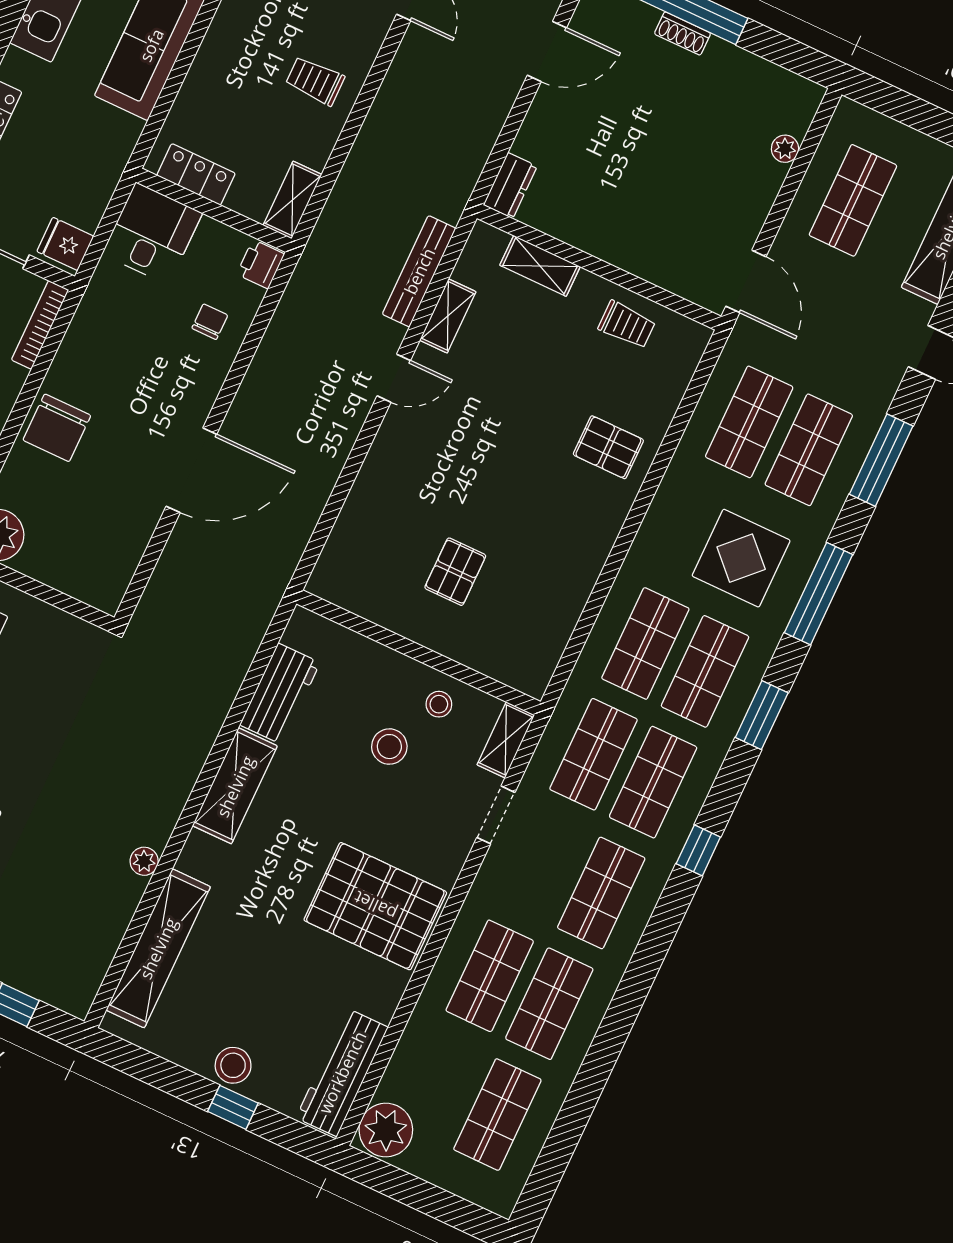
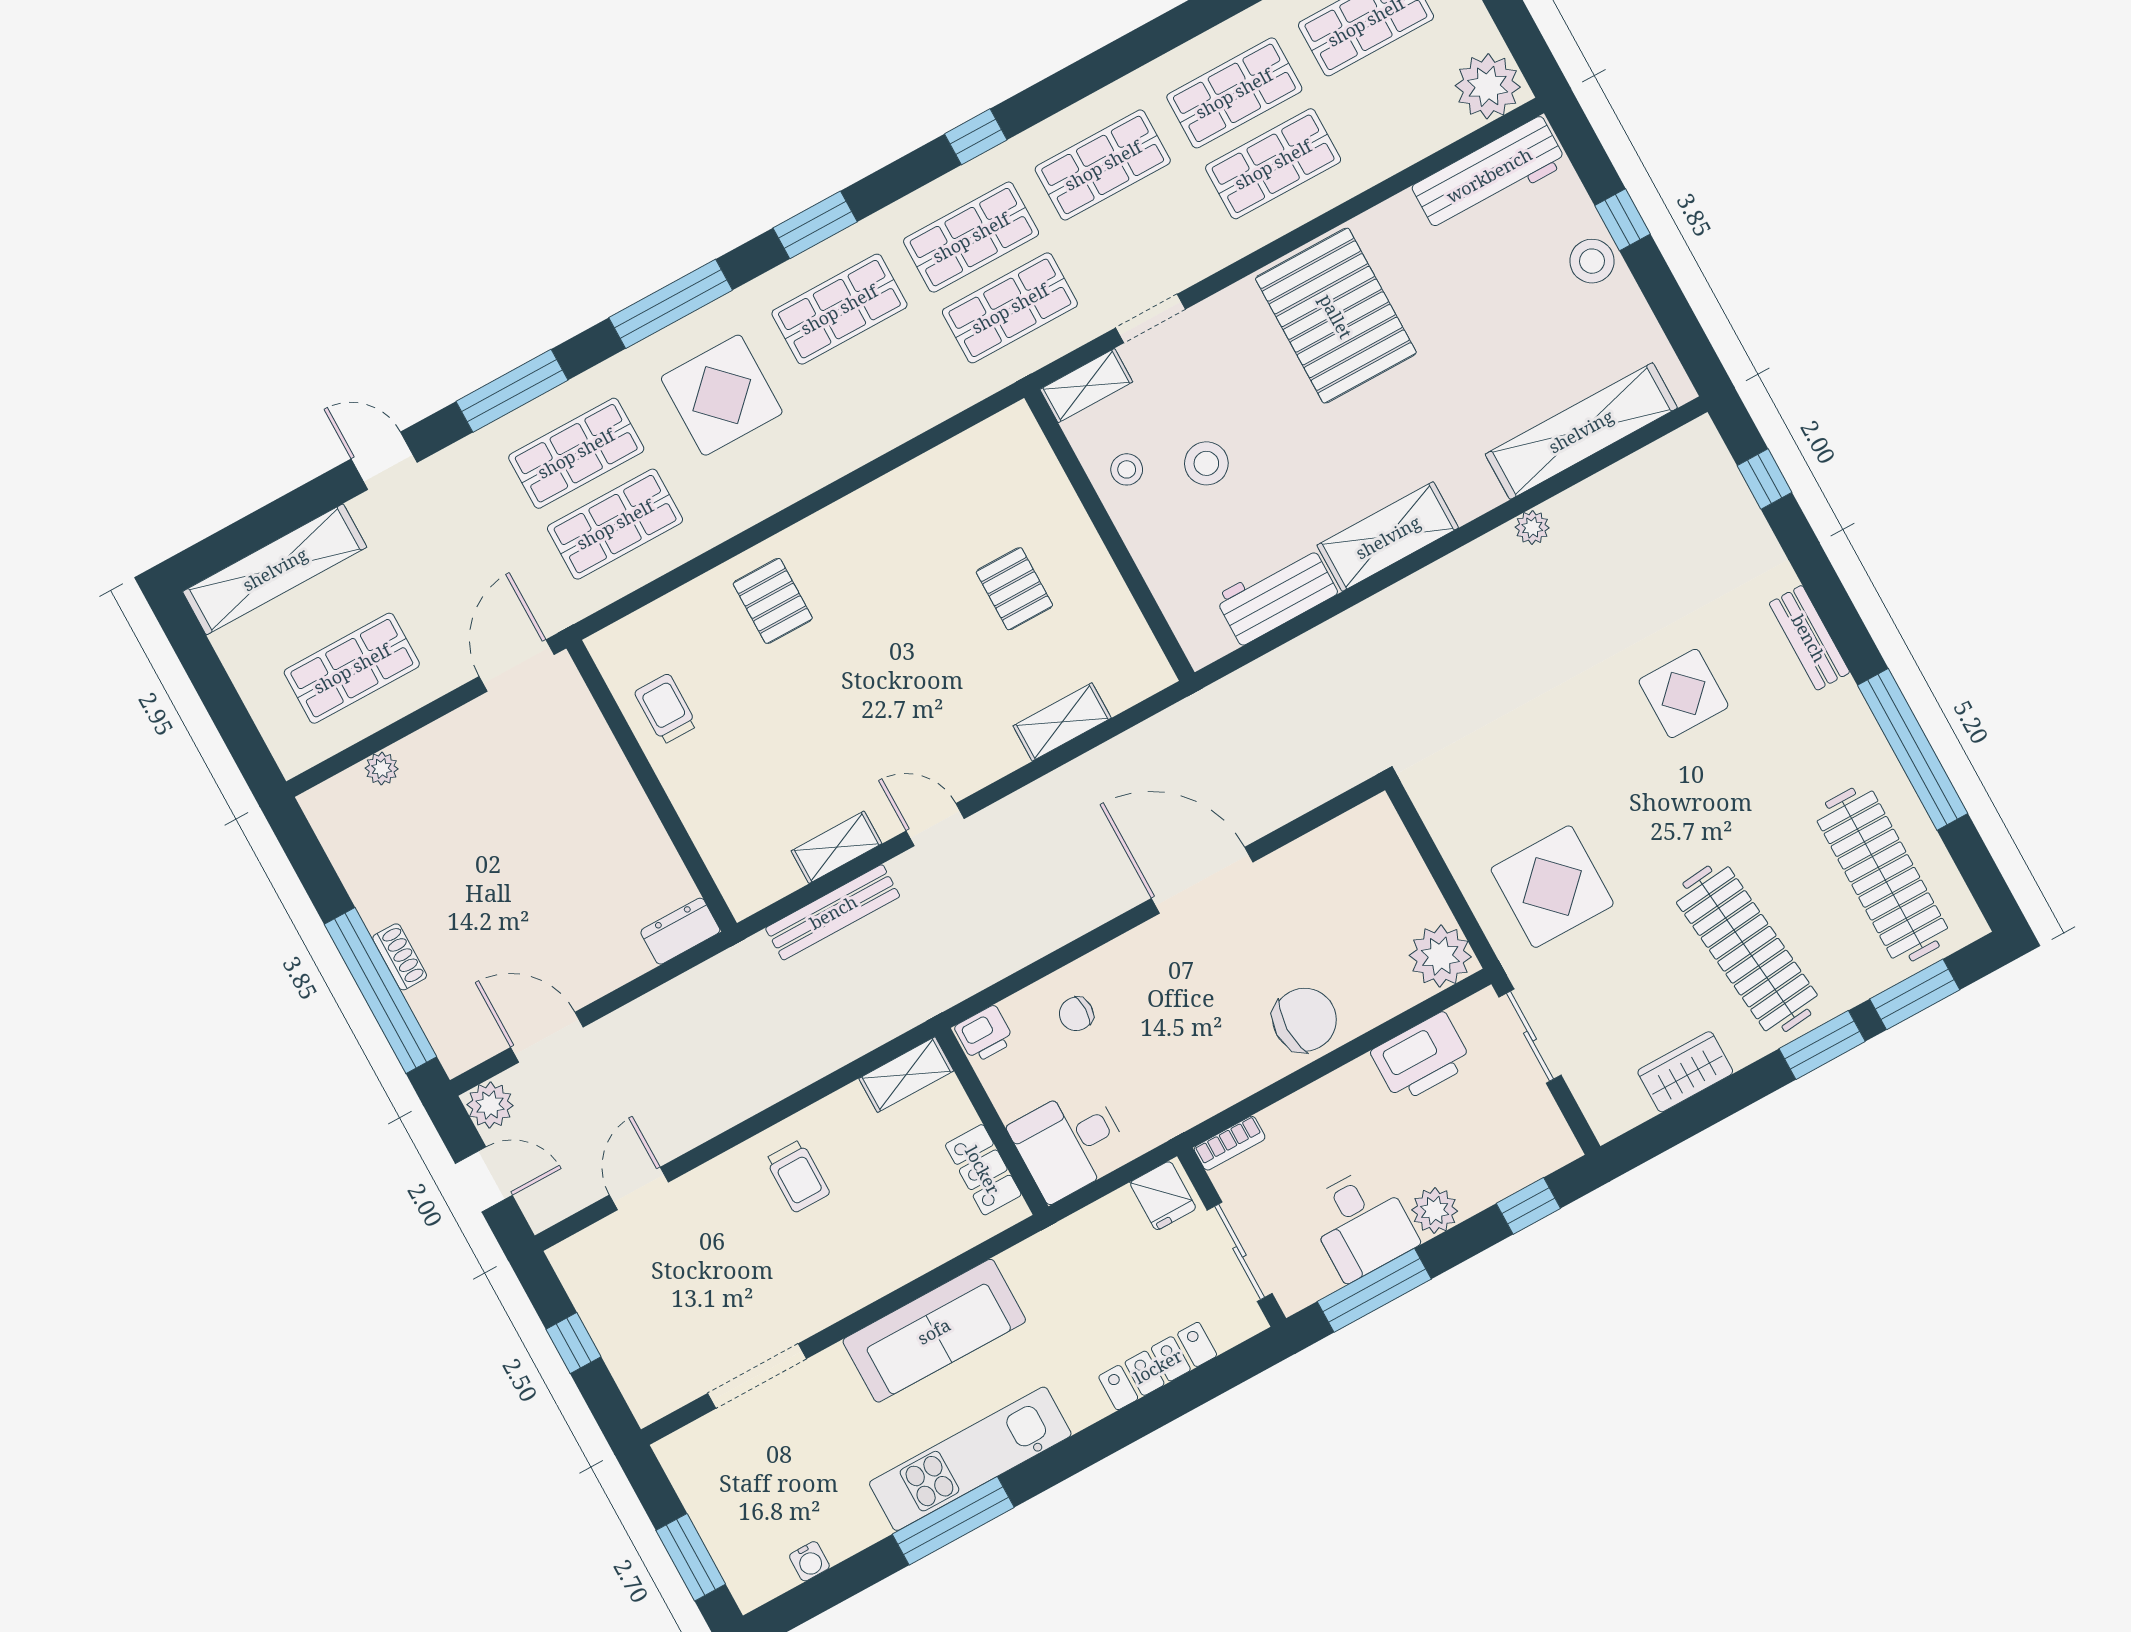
shelving: (540, 266) -> (1062, 722), moved, turned 90
bookcase: (40, 325) -> (1230, 1143), width x0.64
pallet: (455, 572) -> (1014, 589), turned 90
shop shelf: (645, 643) -> (878, 380), removed

